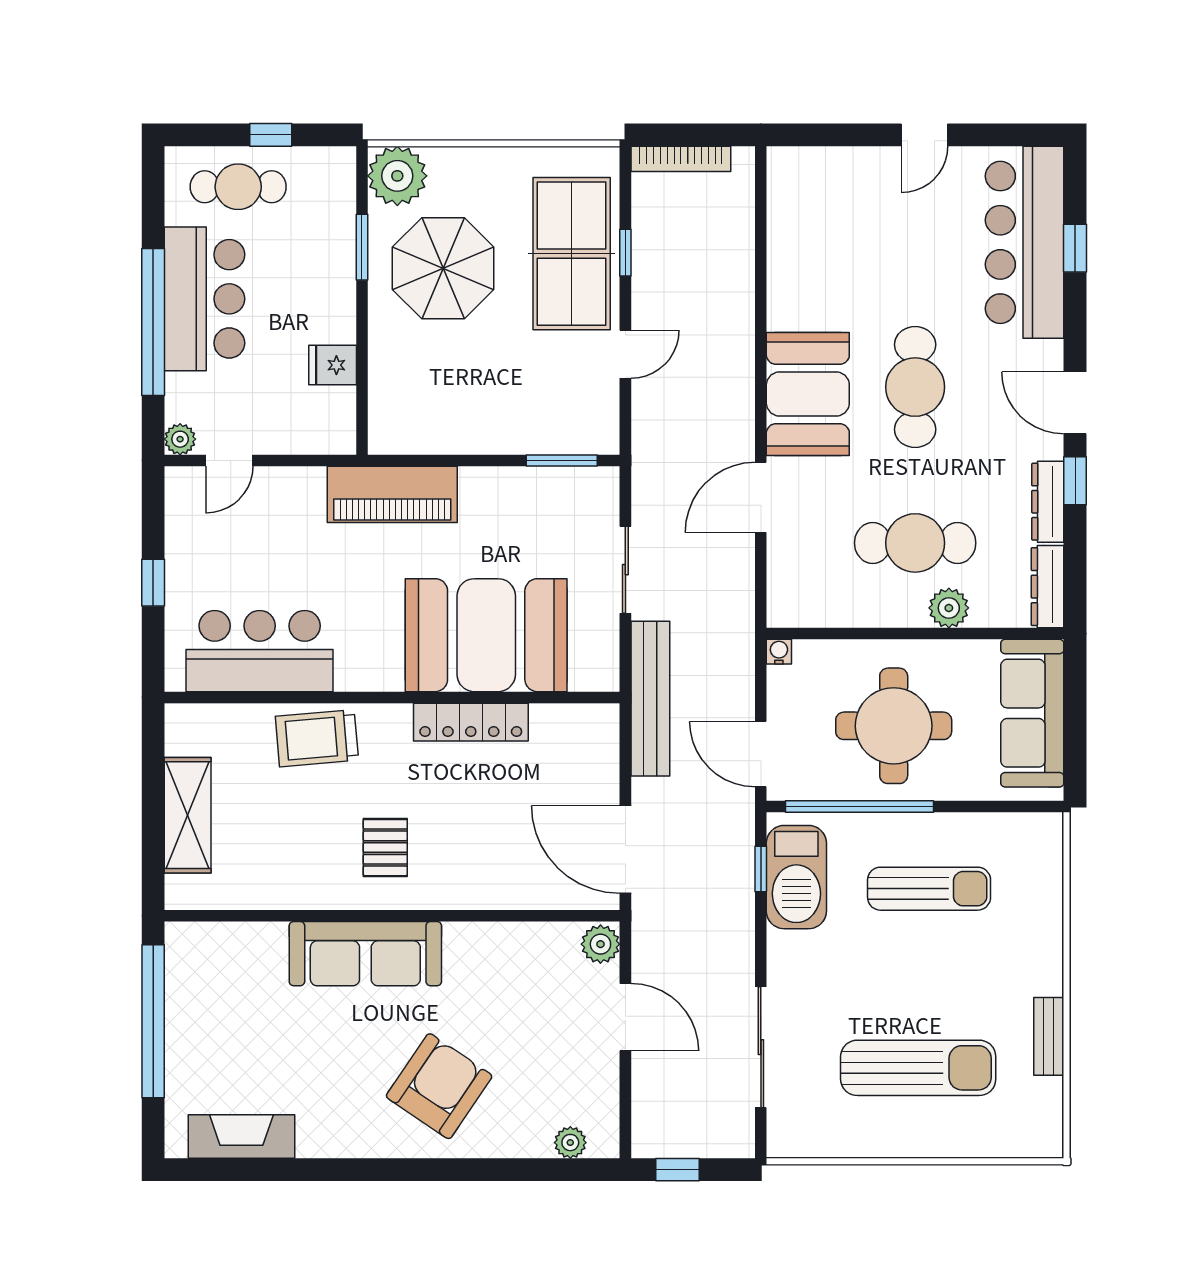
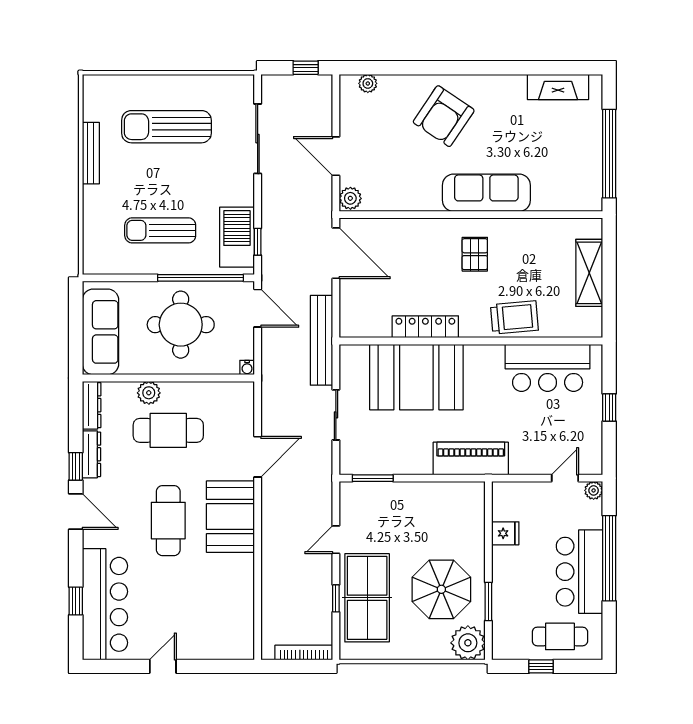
bench: (1049, 1036) -> (91, 153), width x1.36

